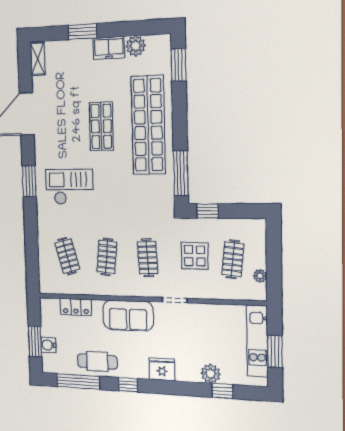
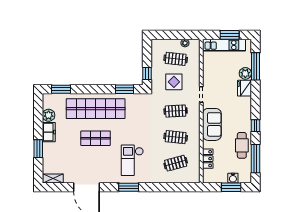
window: (181, 173) -> (125, 89), width x0.69
fridge: (162, 369) -> (244, 88), moved
window: (222, 391) -> (255, 66), width x2.17

